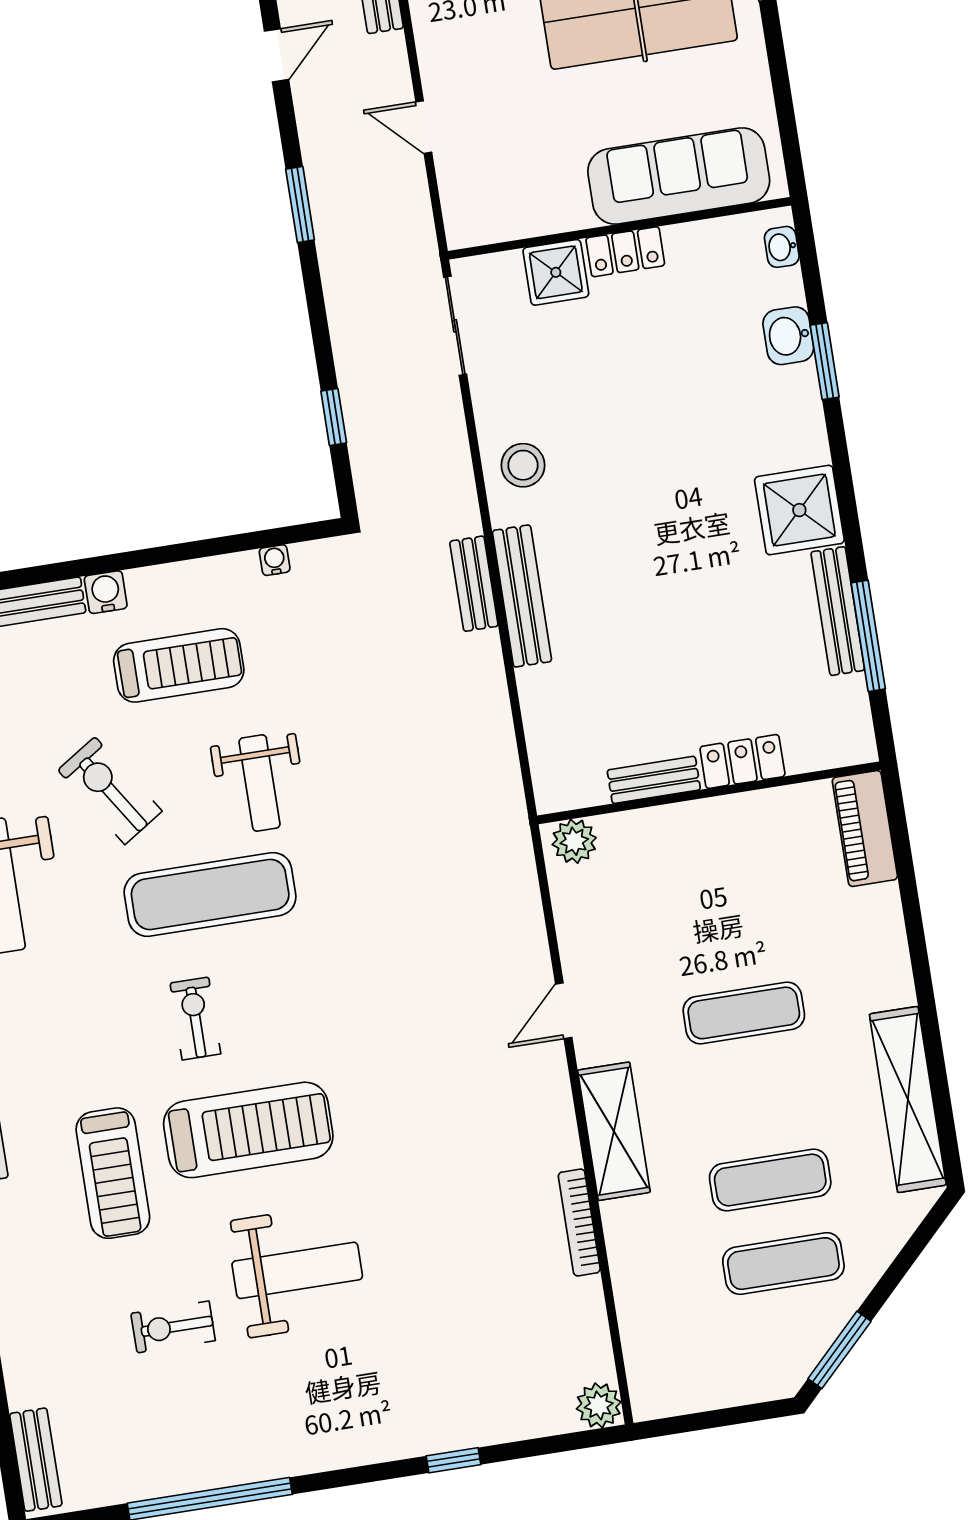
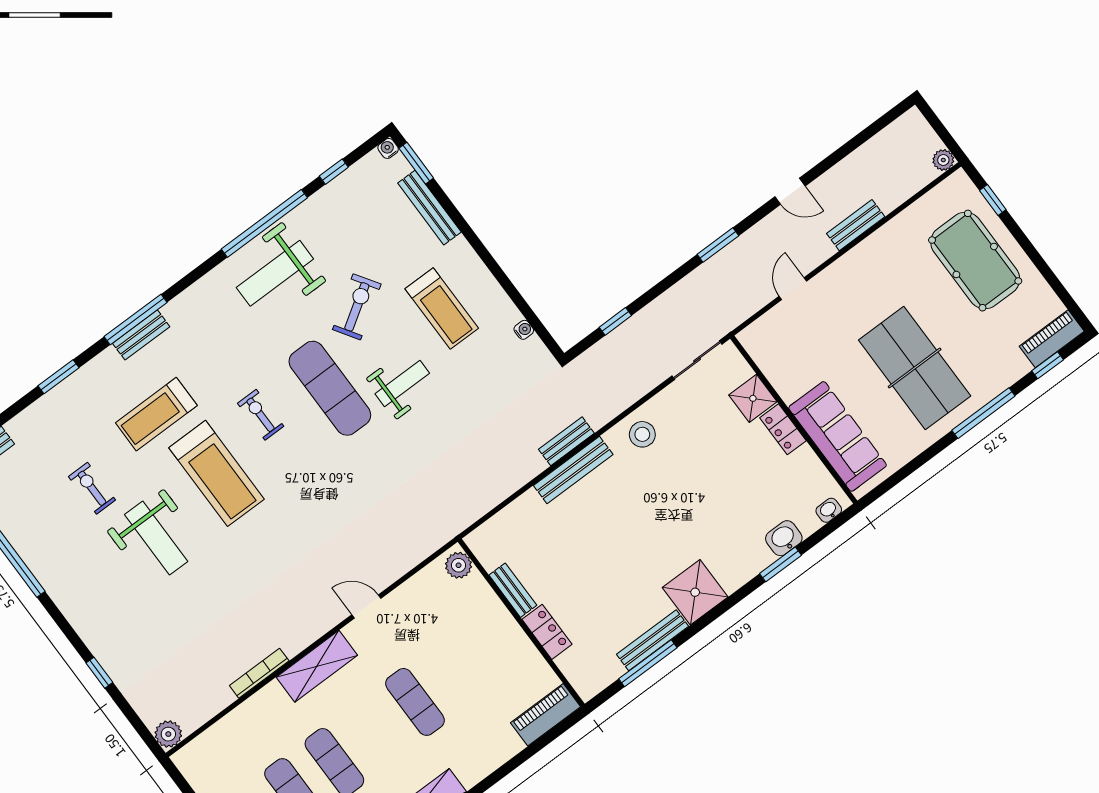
water cooler: (106, 592) -> (460, 250), removed
weight bench: (260, 783) -> (402, 383), turned 180
exercise bike: (195, 1018) -> (261, 415), turned -90

